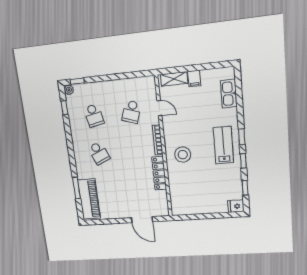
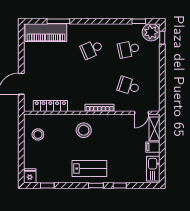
plant: (69, 90) -> (151, 32), width x1.88, depth x1.88
kitchen sink: (229, 94) -> (153, 169), moved, turned -90
door: (159, 108) -> (142, 113), moved
window: (243, 161) -> (120, 186), moved
locker: (159, 173) -> (50, 106), moved
stool: (192, 201) -> (38, 135), added

